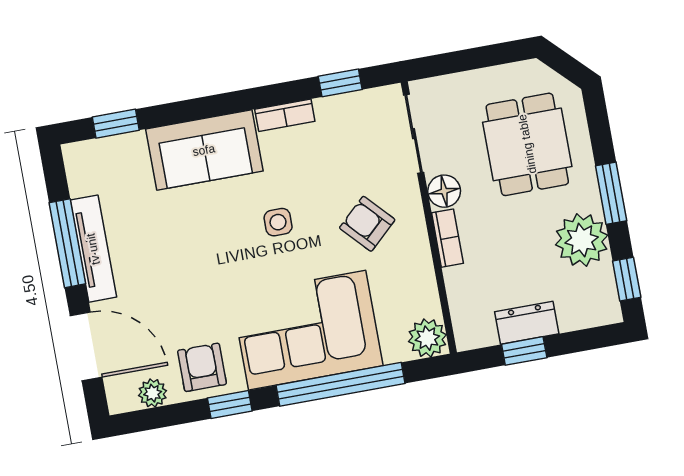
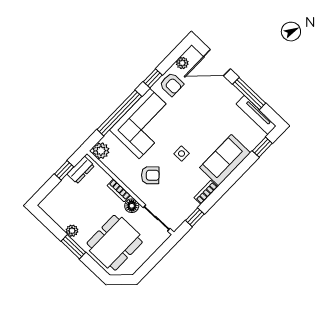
dining table: (527, 144) -> (115, 243), width x1.38
plant: (582, 240) -> (72, 231), width x0.53, depth x0.53
tv unit: (93, 249) -> (256, 115), moved
window: (627, 279) -> (47, 221), removed
dresser: (527, 323) -> (81, 170), moved

